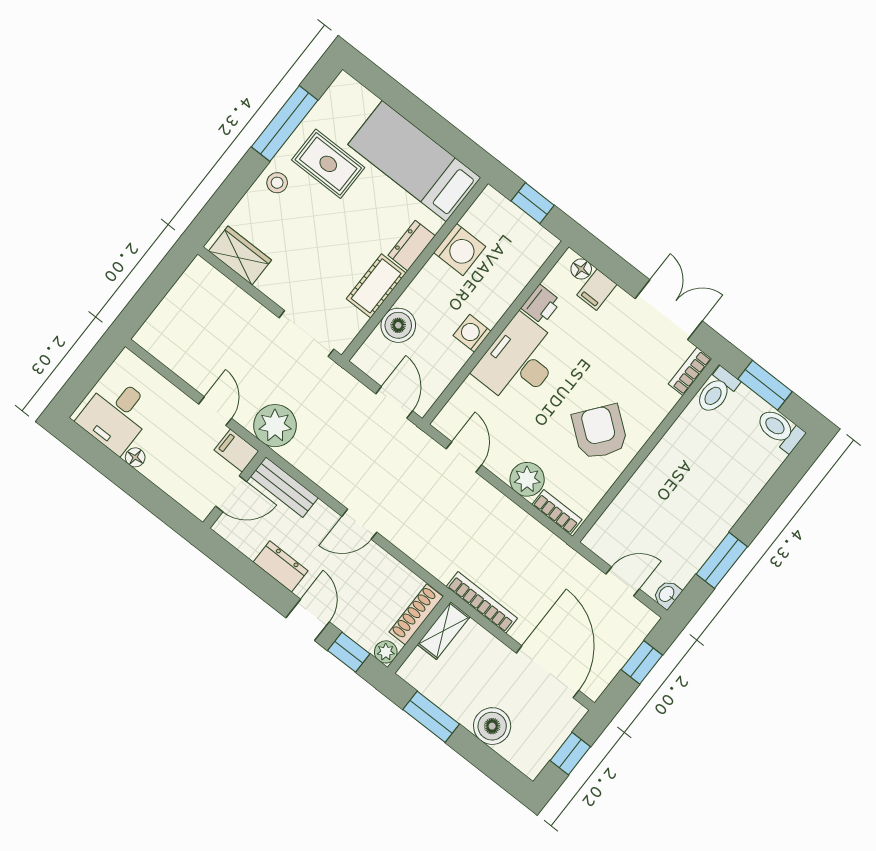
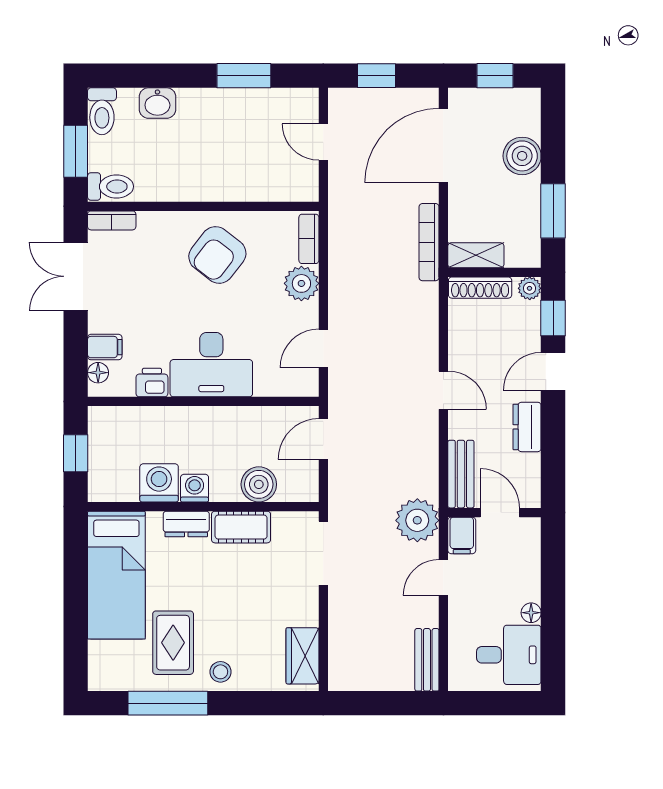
washing machine: (472, 333) -> (195, 488), moved, turned 180
bench: (162, 349) -> (427, 660), added
washbasin: (667, 594) -> (157, 103), moved, width x1.38, depth x1.45

